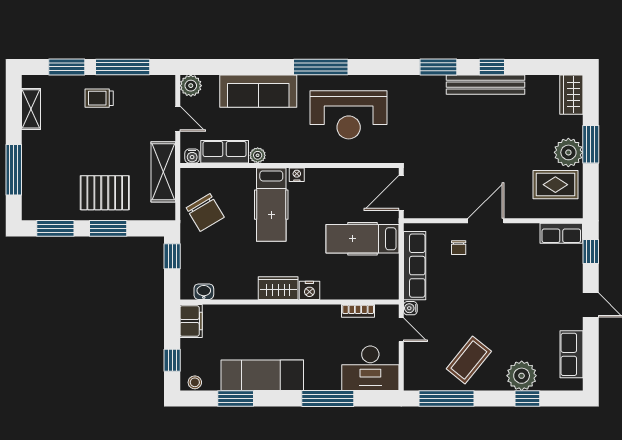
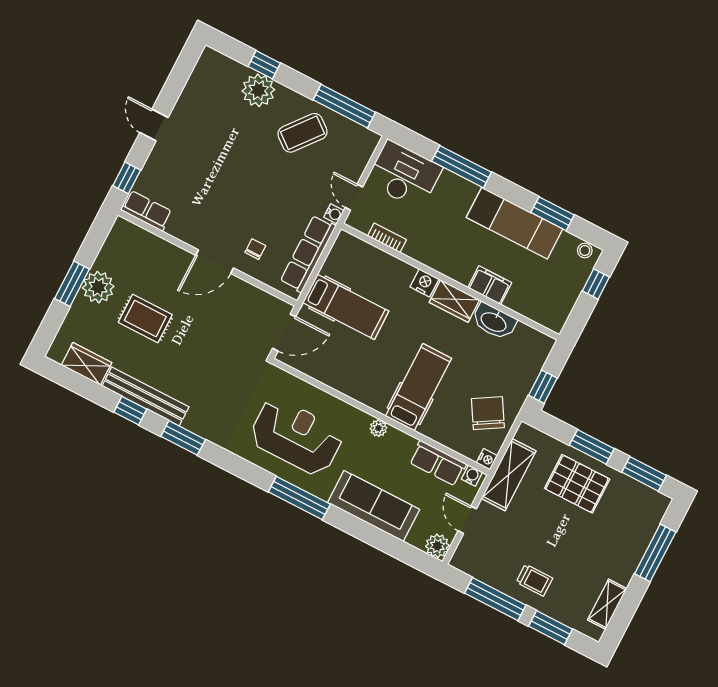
wardrobe: (571, 95) -> (87, 364), moved, turned -90
plant: (258, 155) -> (378, 428), moved
nightstand: (297, 175) -> (487, 459), moved, turned -90
rug: (555, 185) -> (145, 319), moved
washbasin: (204, 292) -> (494, 321), moved, width x1.91, depth x1.45
filing cabinet: (191, 321) -> (490, 285), moved, turned 90
row of seats: (571, 354) -> (198, 86), removed

